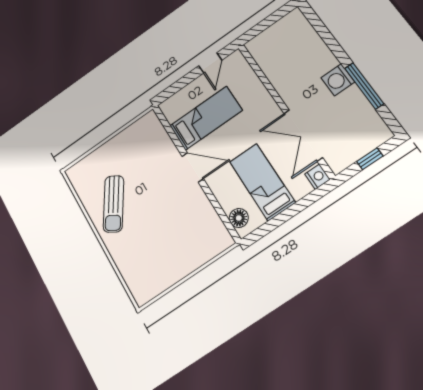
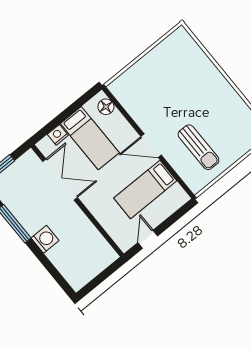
washing machine: (338, 80) -> (45, 239), moved
nightstand: (317, 177) -> (58, 135), moved, turned 90
sun lounger: (114, 204) -> (199, 147), moved, turned 148

